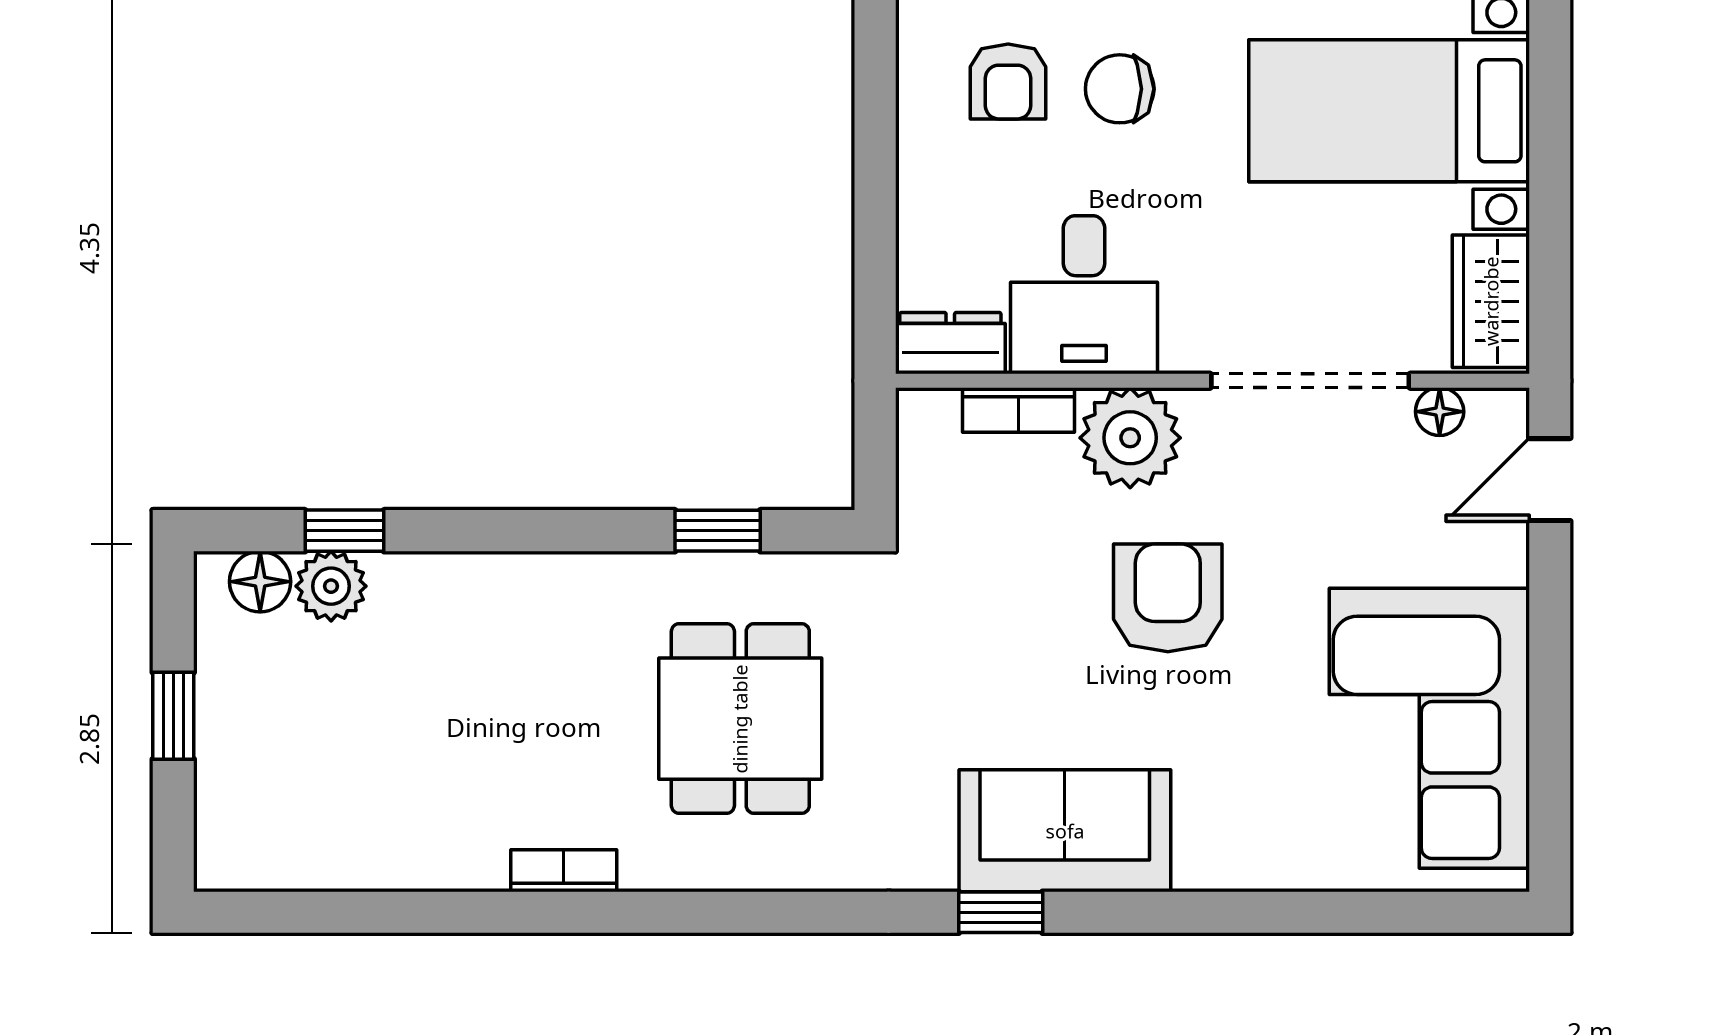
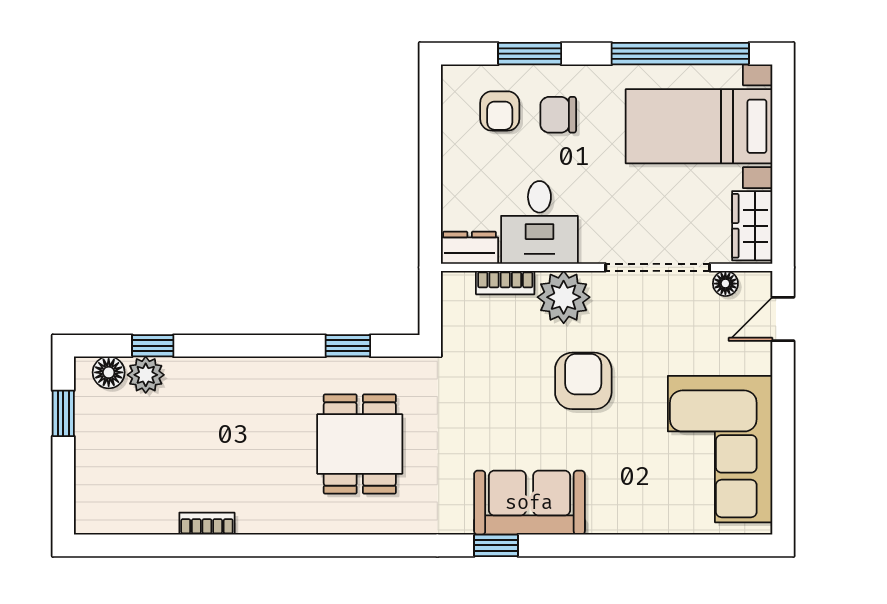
window: (173, 716) -> (63, 413), moved
bookcase: (564, 871) -> (207, 524), moved

